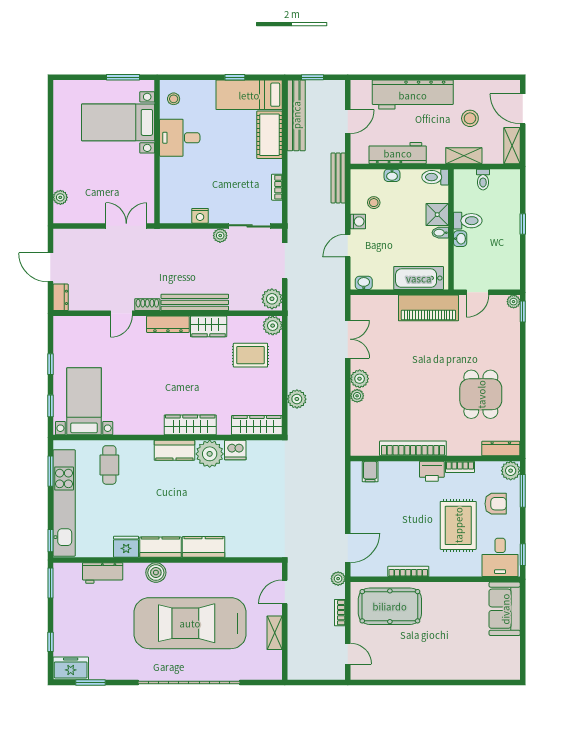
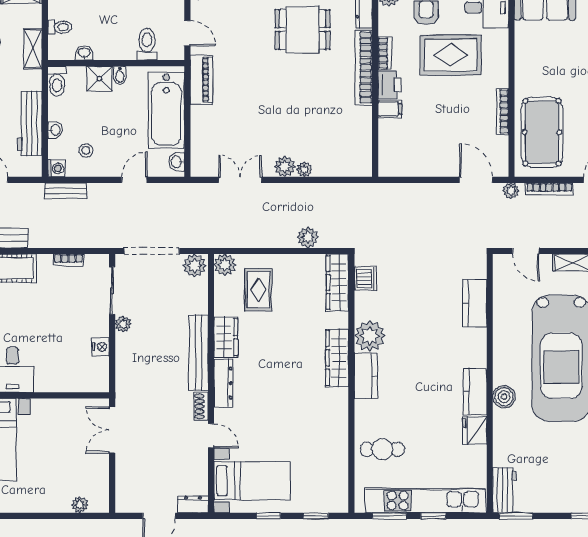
bench: (338, 178) -> (66, 191), width x0.73
washing machine: (358, 221) -> (56, 168), moved, turned 90
toilet: (468, 221) -> (147, 44), moved
washbasin: (460, 239) -> (84, 53), moved
door: (348, 246) -> (134, 180), swing flipped
doorway: (285, 261) -> (152, 251), width x1.36
bathtub: (419, 278) -> (166, 110), width x1.36, depth x1.36
piano: (428, 308) -> (201, 80), width x0.73, depth x0.75
bed with nightstands: (84, 401) -> (252, 481), moved, turned 180
bookcase: (413, 448) -> (364, 67), moved
dishwasher: (235, 450) -> (366, 278), moved
filing cabinet: (370, 472) -> (390, 109), moved
window: (50, 541) -> (433, 516), moved
kitchen counter: (204, 547) -> (475, 303), moved
workbench: (103, 573) -> (504, 490), moved
bookcase: (340, 613) -> (549, 189), width x1.56

